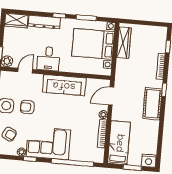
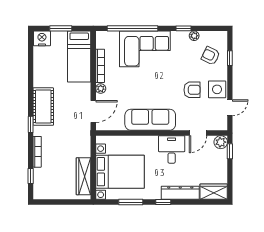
corner sofa: (48, 143) -> (145, 49), moved

